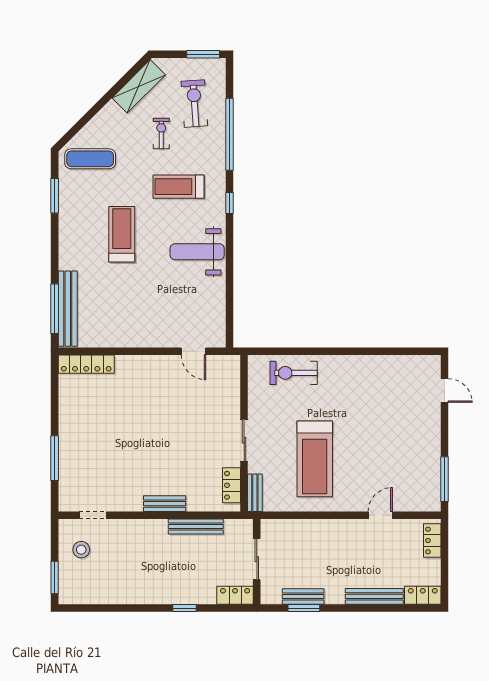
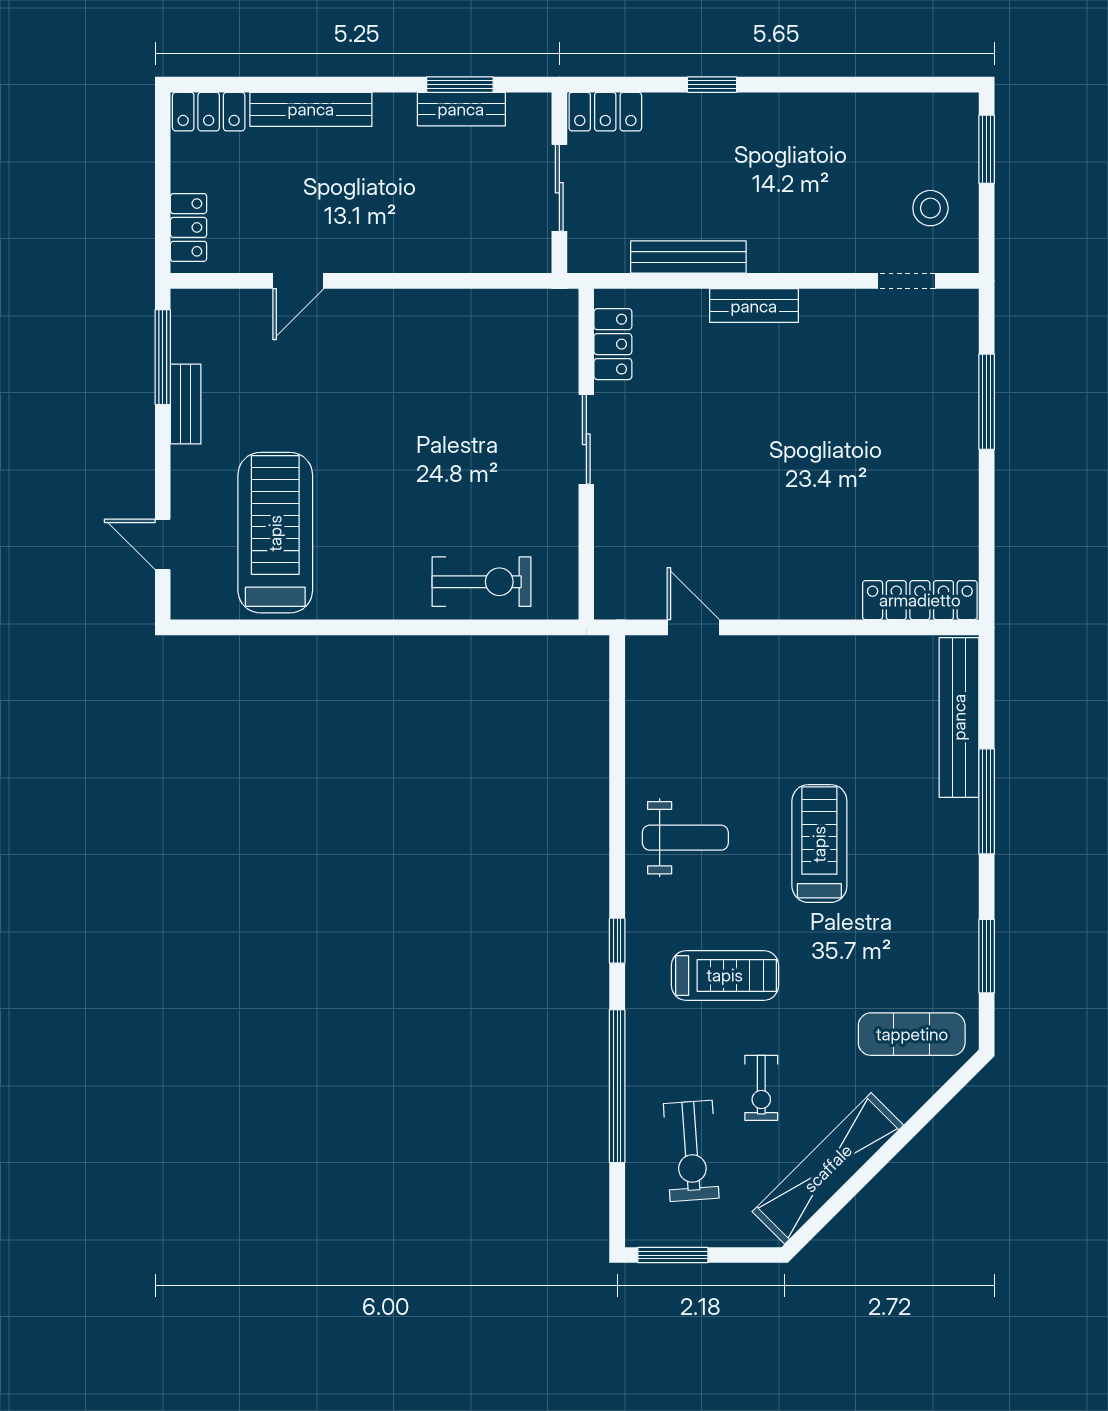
shelving: (139, 86) -> (828, 1168), width x1.47
treadmill: (122, 234) -> (819, 844), moved, turned 180
weight bench: (197, 252) -> (685, 838), width x0.73, depth x0.75
window: (55, 309) -> (987, 801), moved
treadmill: (315, 459) -> (275, 533), moved
bench: (255, 493) -> (186, 404), moved

